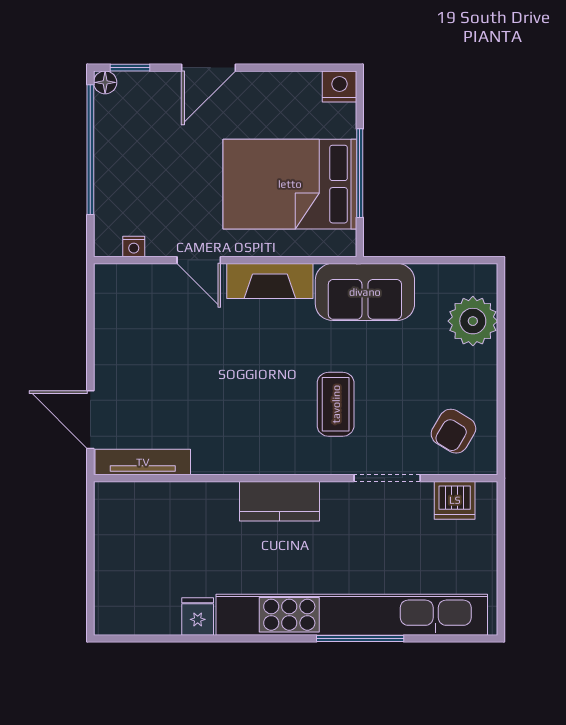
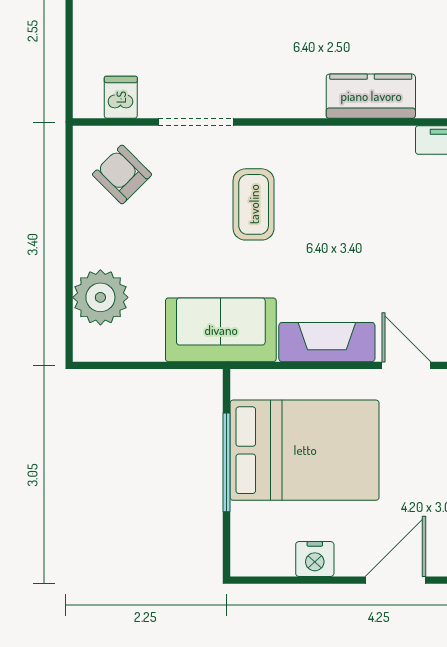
nightstand: (340, 87) -> (315, 559), moved
armchair: (453, 431) -> (122, 174), turned -76
dishwasher: (455, 500) -> (121, 97), width x0.73
kitchen counter: (280, 501) -> (371, 96), moved

